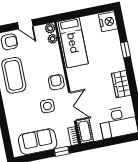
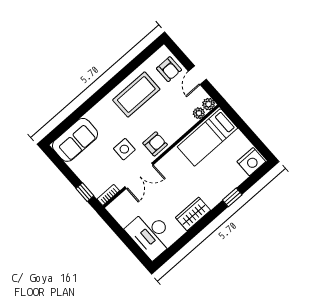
cot: (85, 131) -> (121, 204), removed
sofa: (38, 142) -> (75, 140), moved, turned 90

